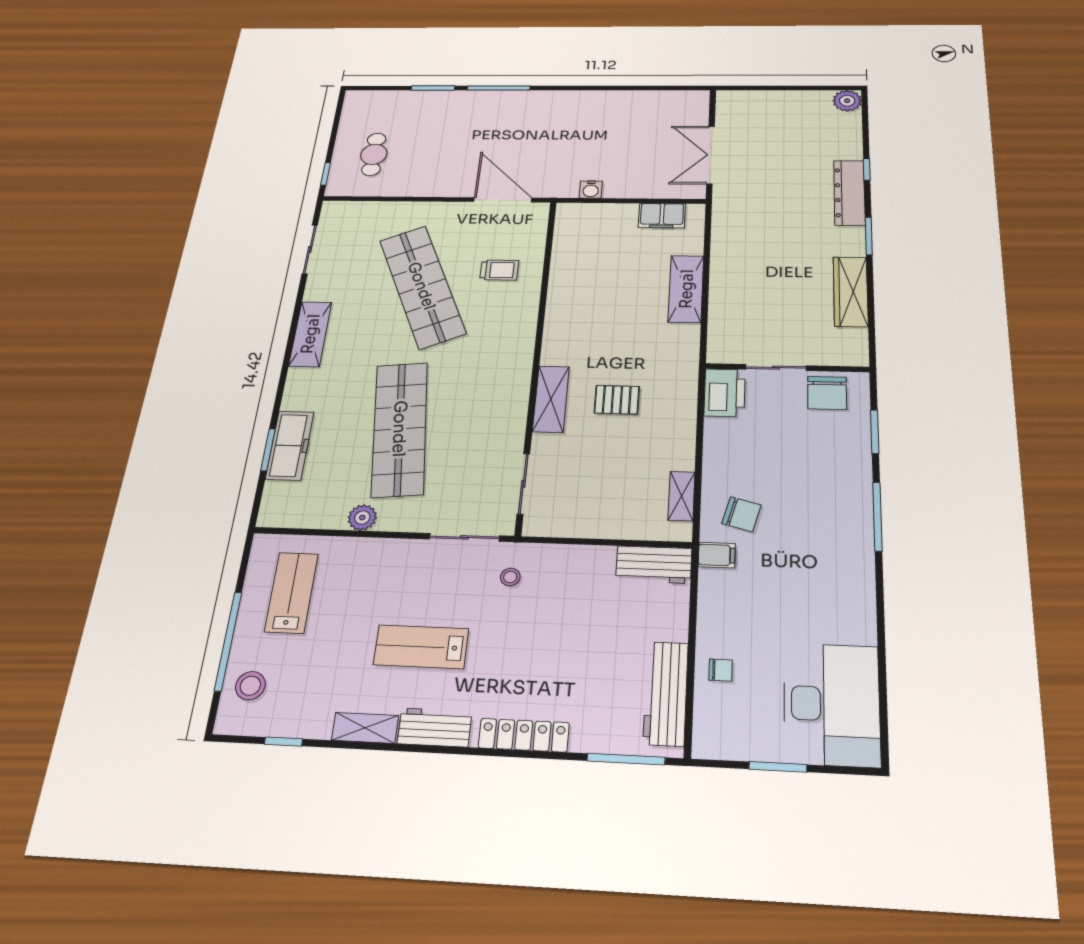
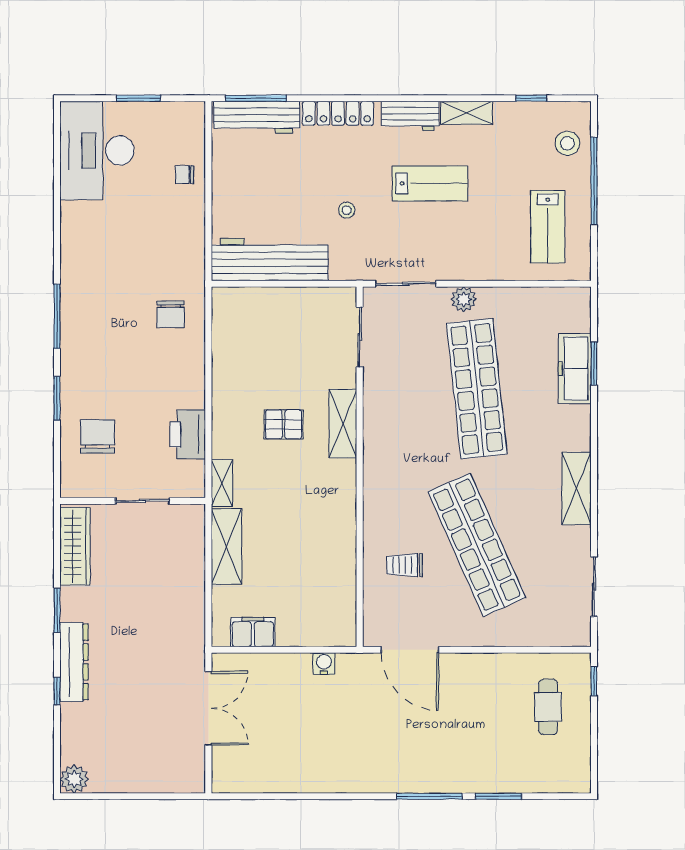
sliding door: (776, 368) -> (142, 501), moved
wall: (787, 368) -> (133, 501), moved
shelving: (681, 496) -> (222, 483), moved
chair: (741, 514) -> (171, 314), turned -105
plant: (362, 518) -> (464, 299), moved
filing cabinet: (717, 555) -> (190, 276), removed
workbench: (654, 565) -> (270, 259), width x1.88, depth x1.32
stool: (510, 577) -> (347, 210), moved
workbench: (666, 693) -> (257, 117), moved, turned 90

